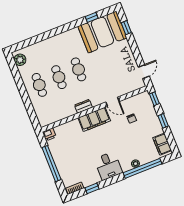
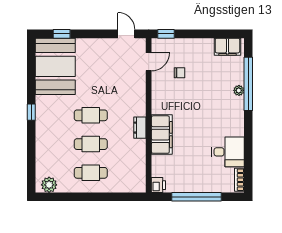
window: (92, 17) -> (31, 112), moved
door: (112, 102) -> (149, 62), moved
filing cabinet: (94, 119) -> (162, 135), moved
window: (163, 121) -> (198, 34), removed
desk: (108, 166) -> (228, 152), moved
window: (92, 188) -> (248, 158), removed

